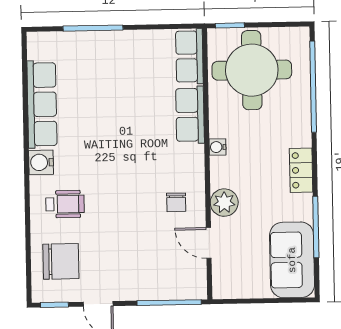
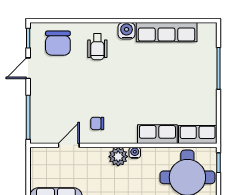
plant: (224, 203) -> (118, 157), moved

